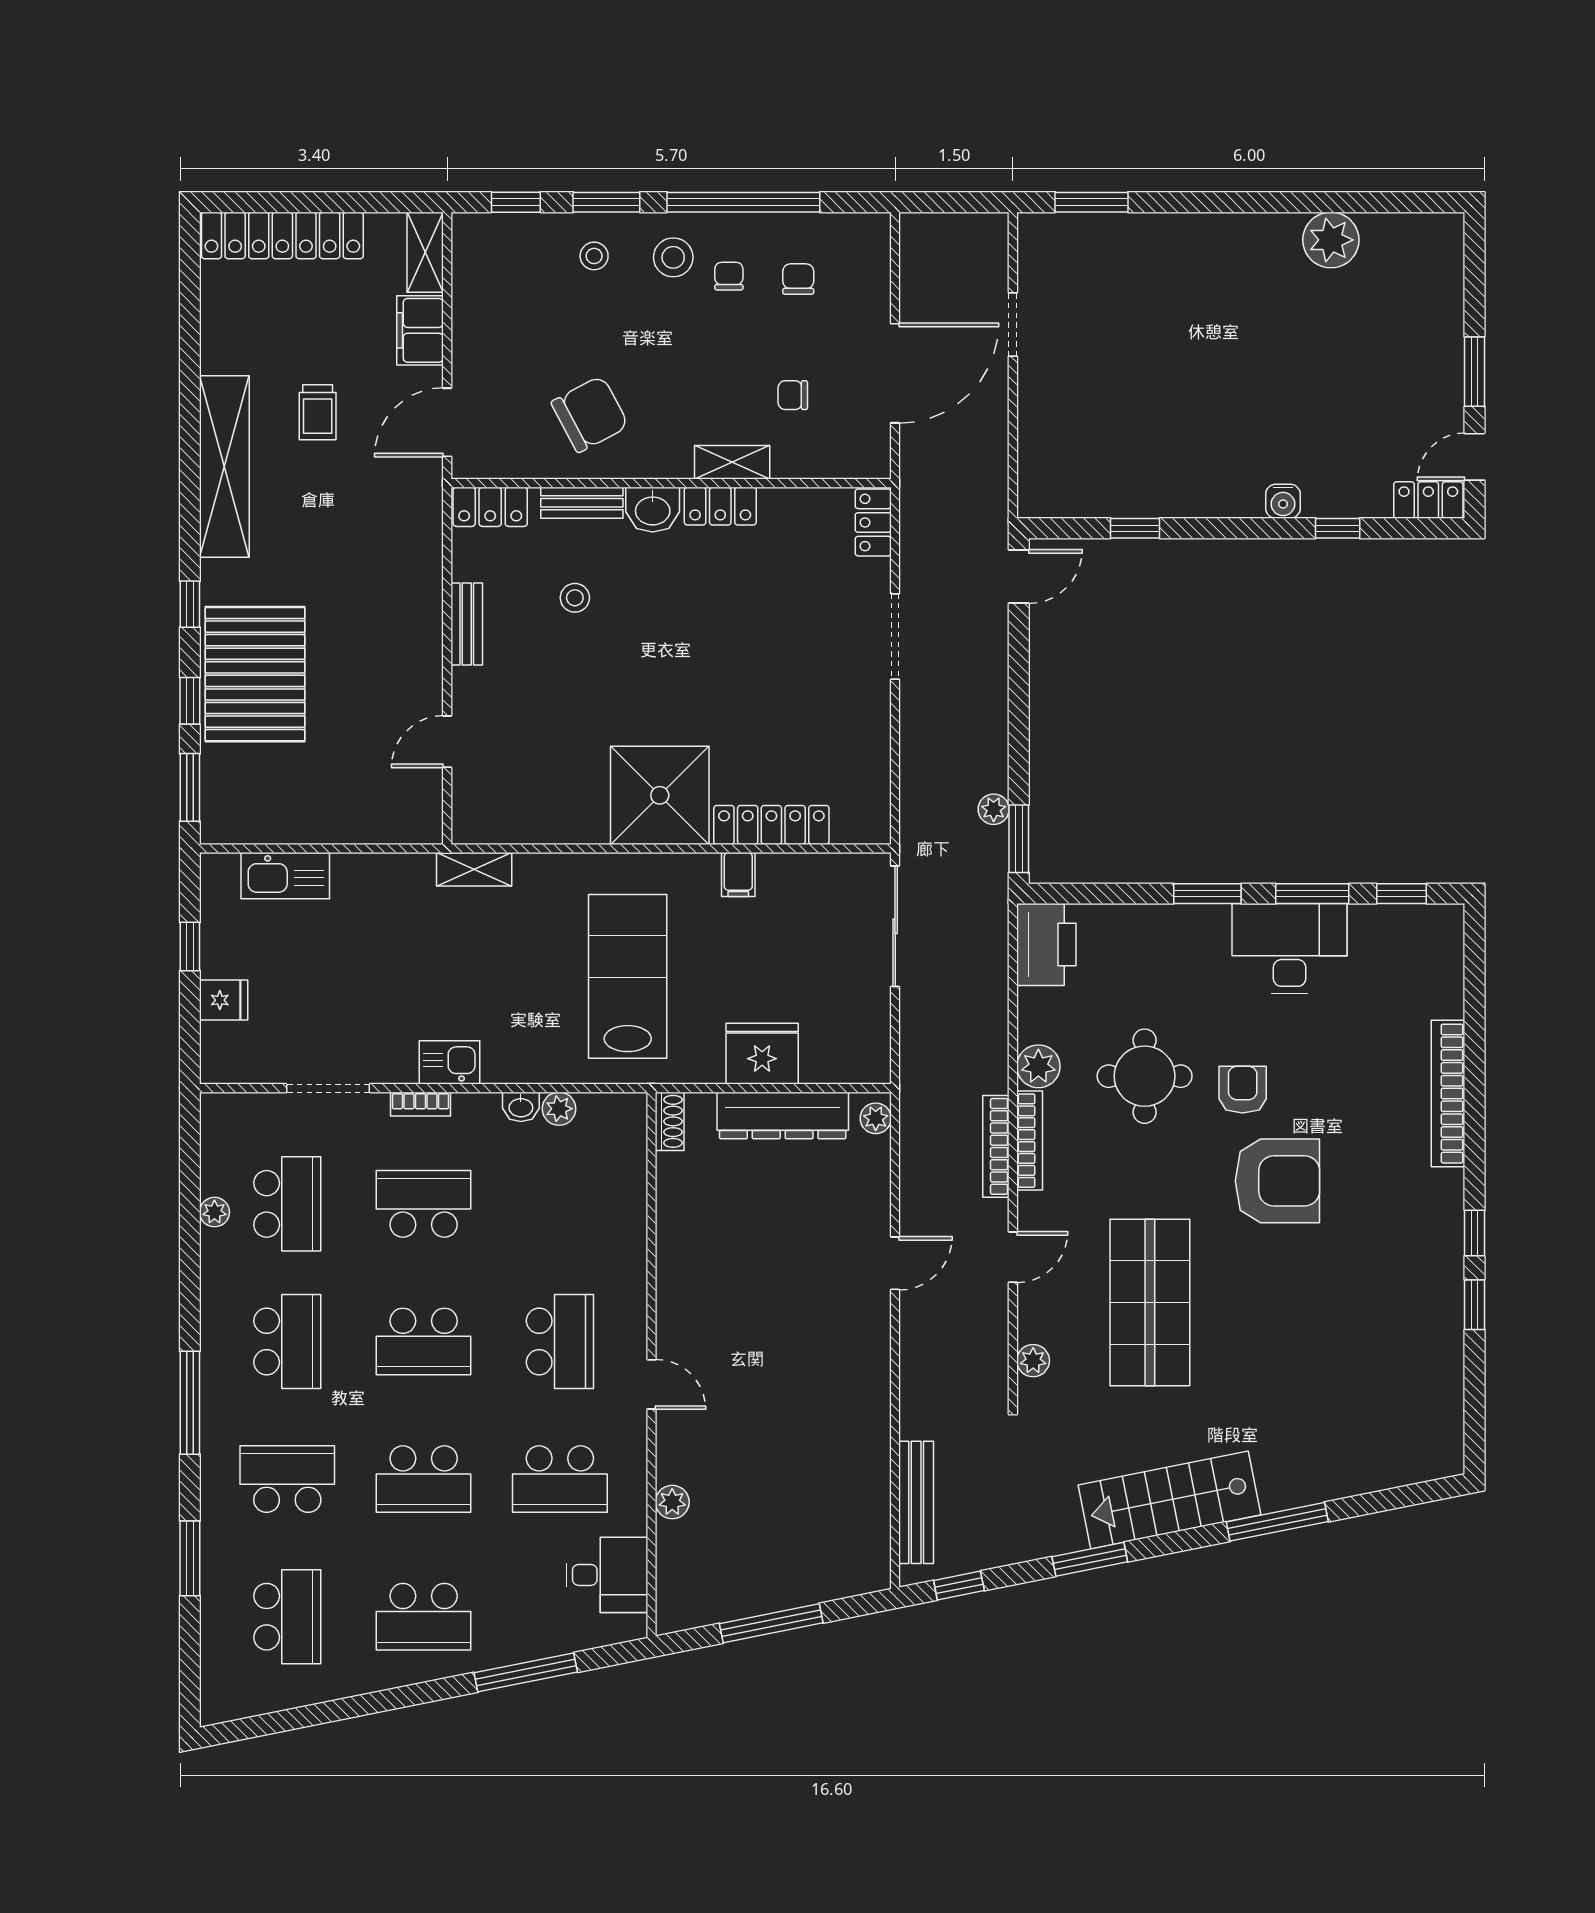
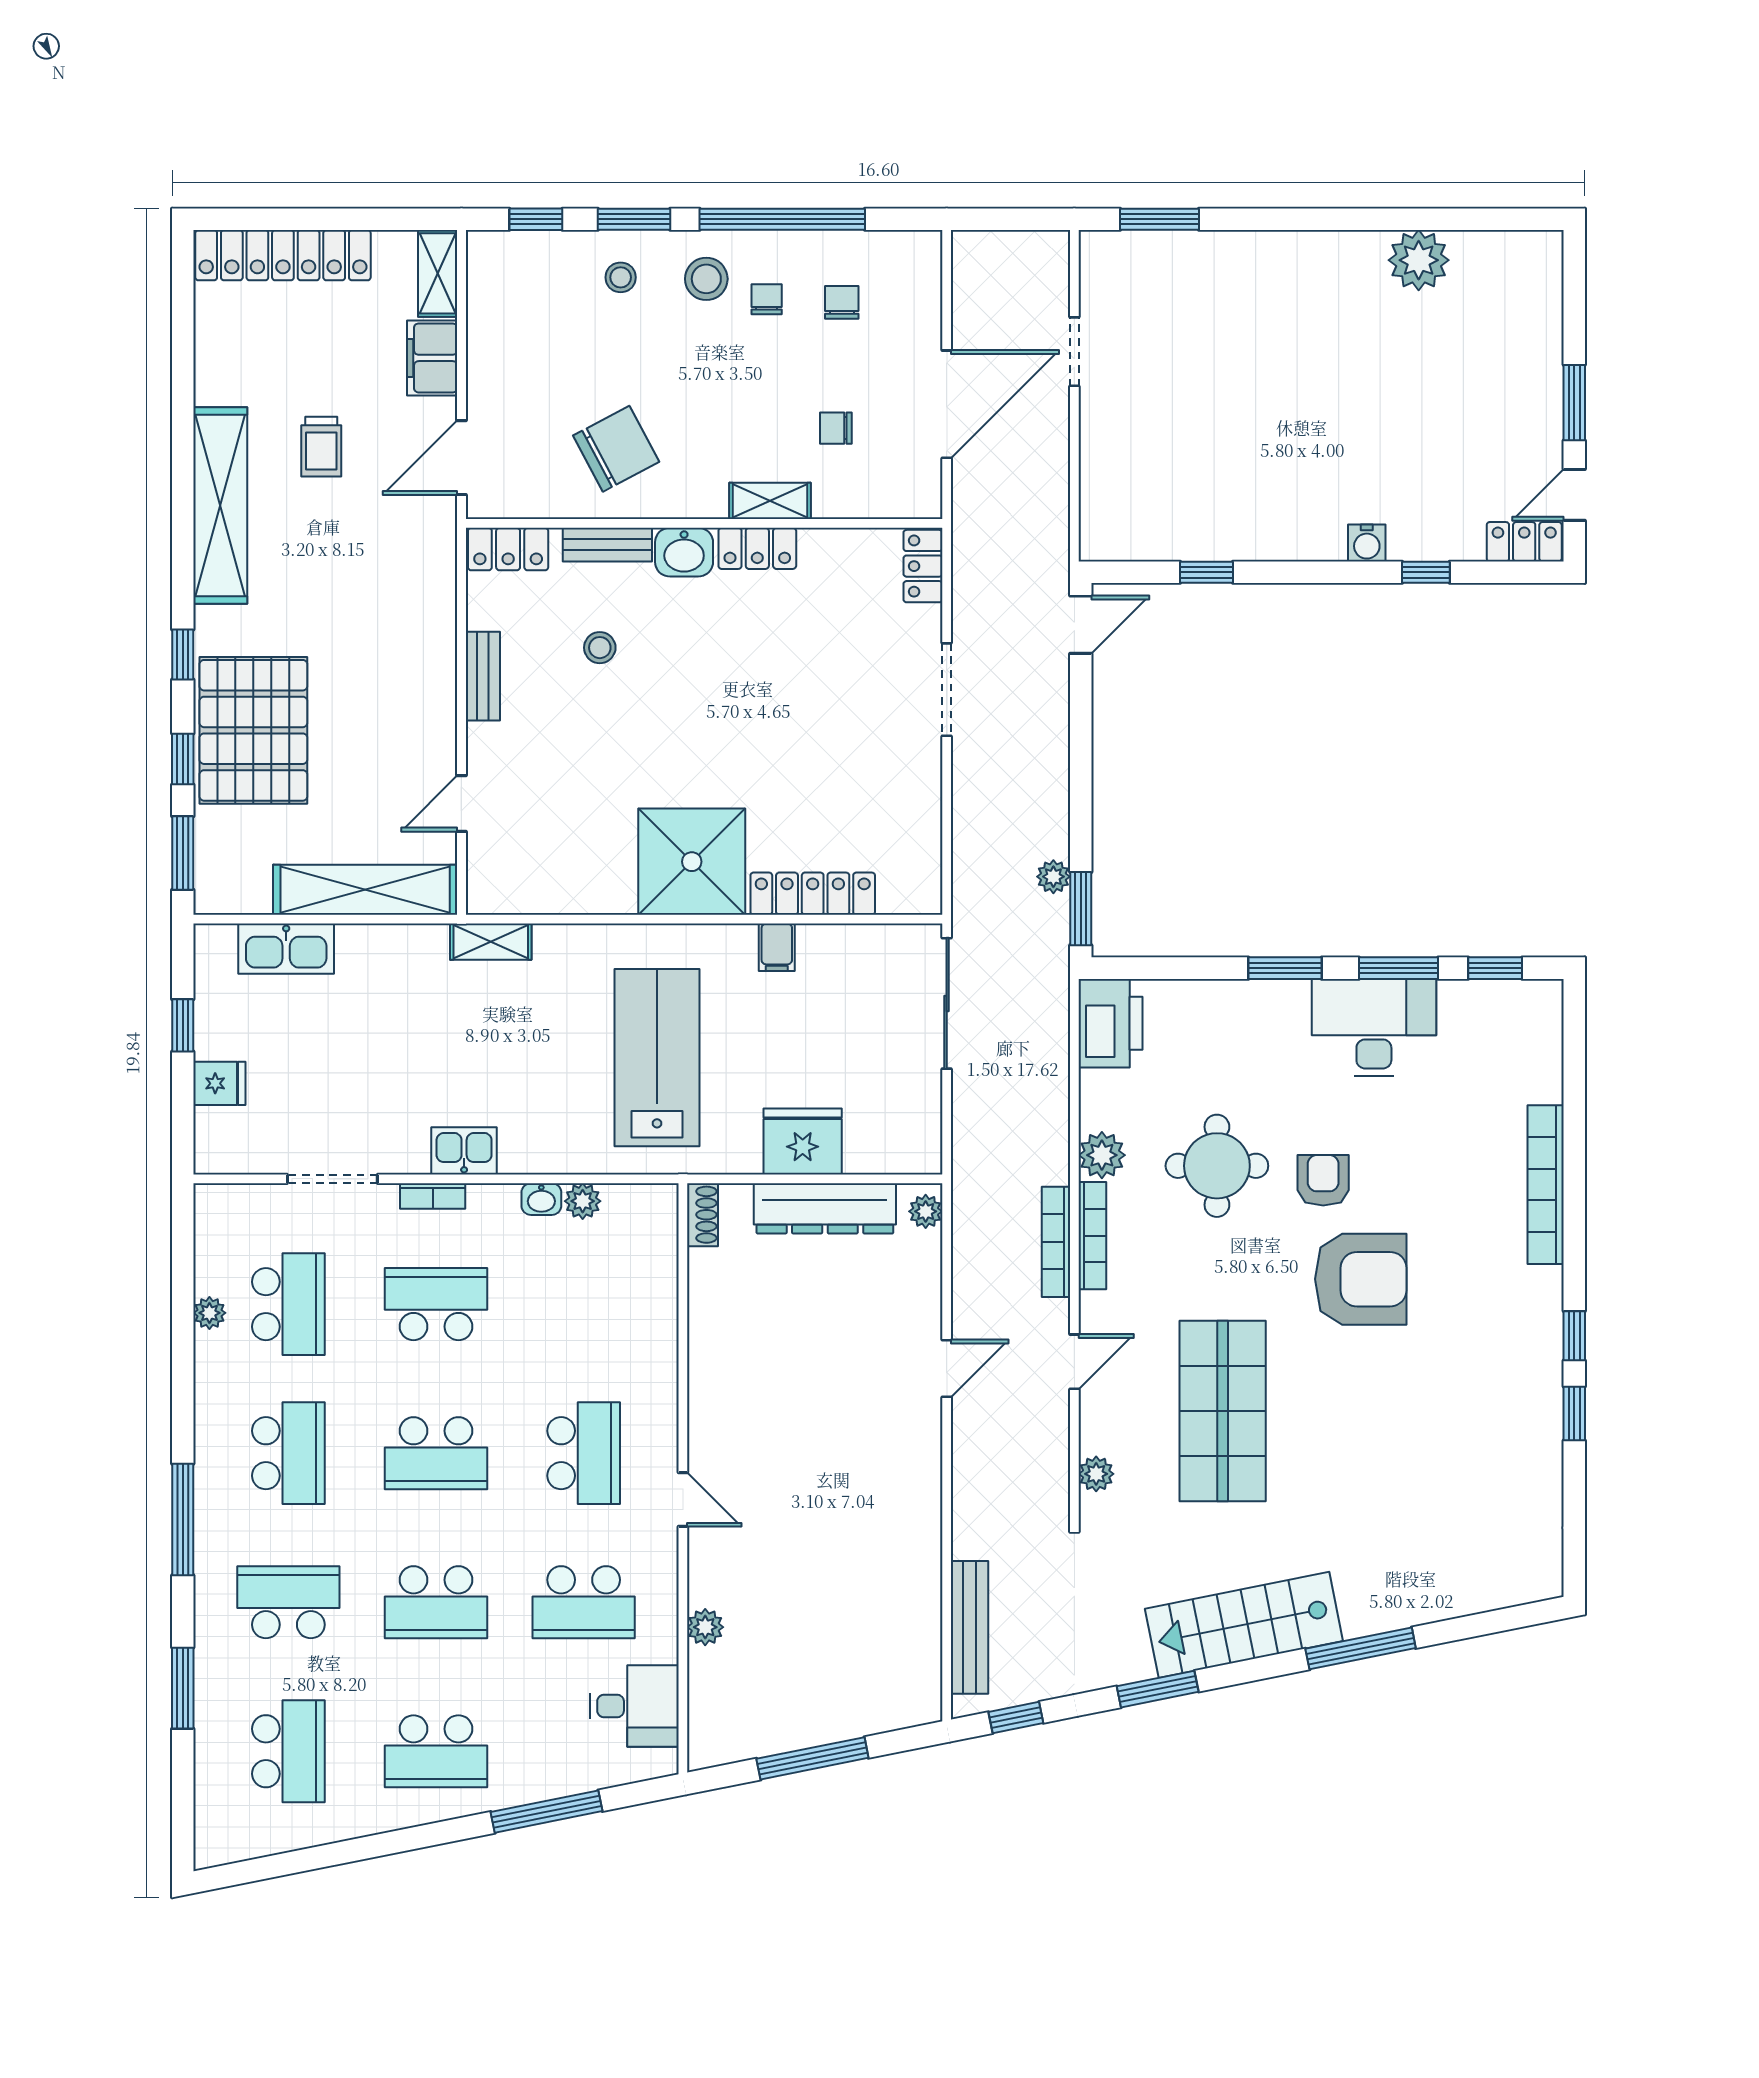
shelving: (358, 821) -> (365, 890), added

